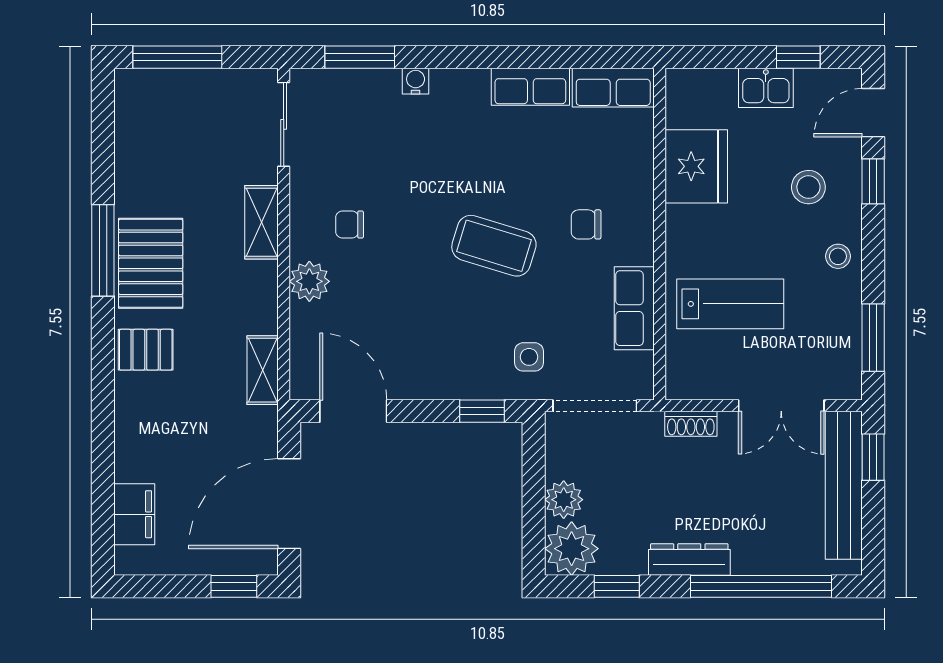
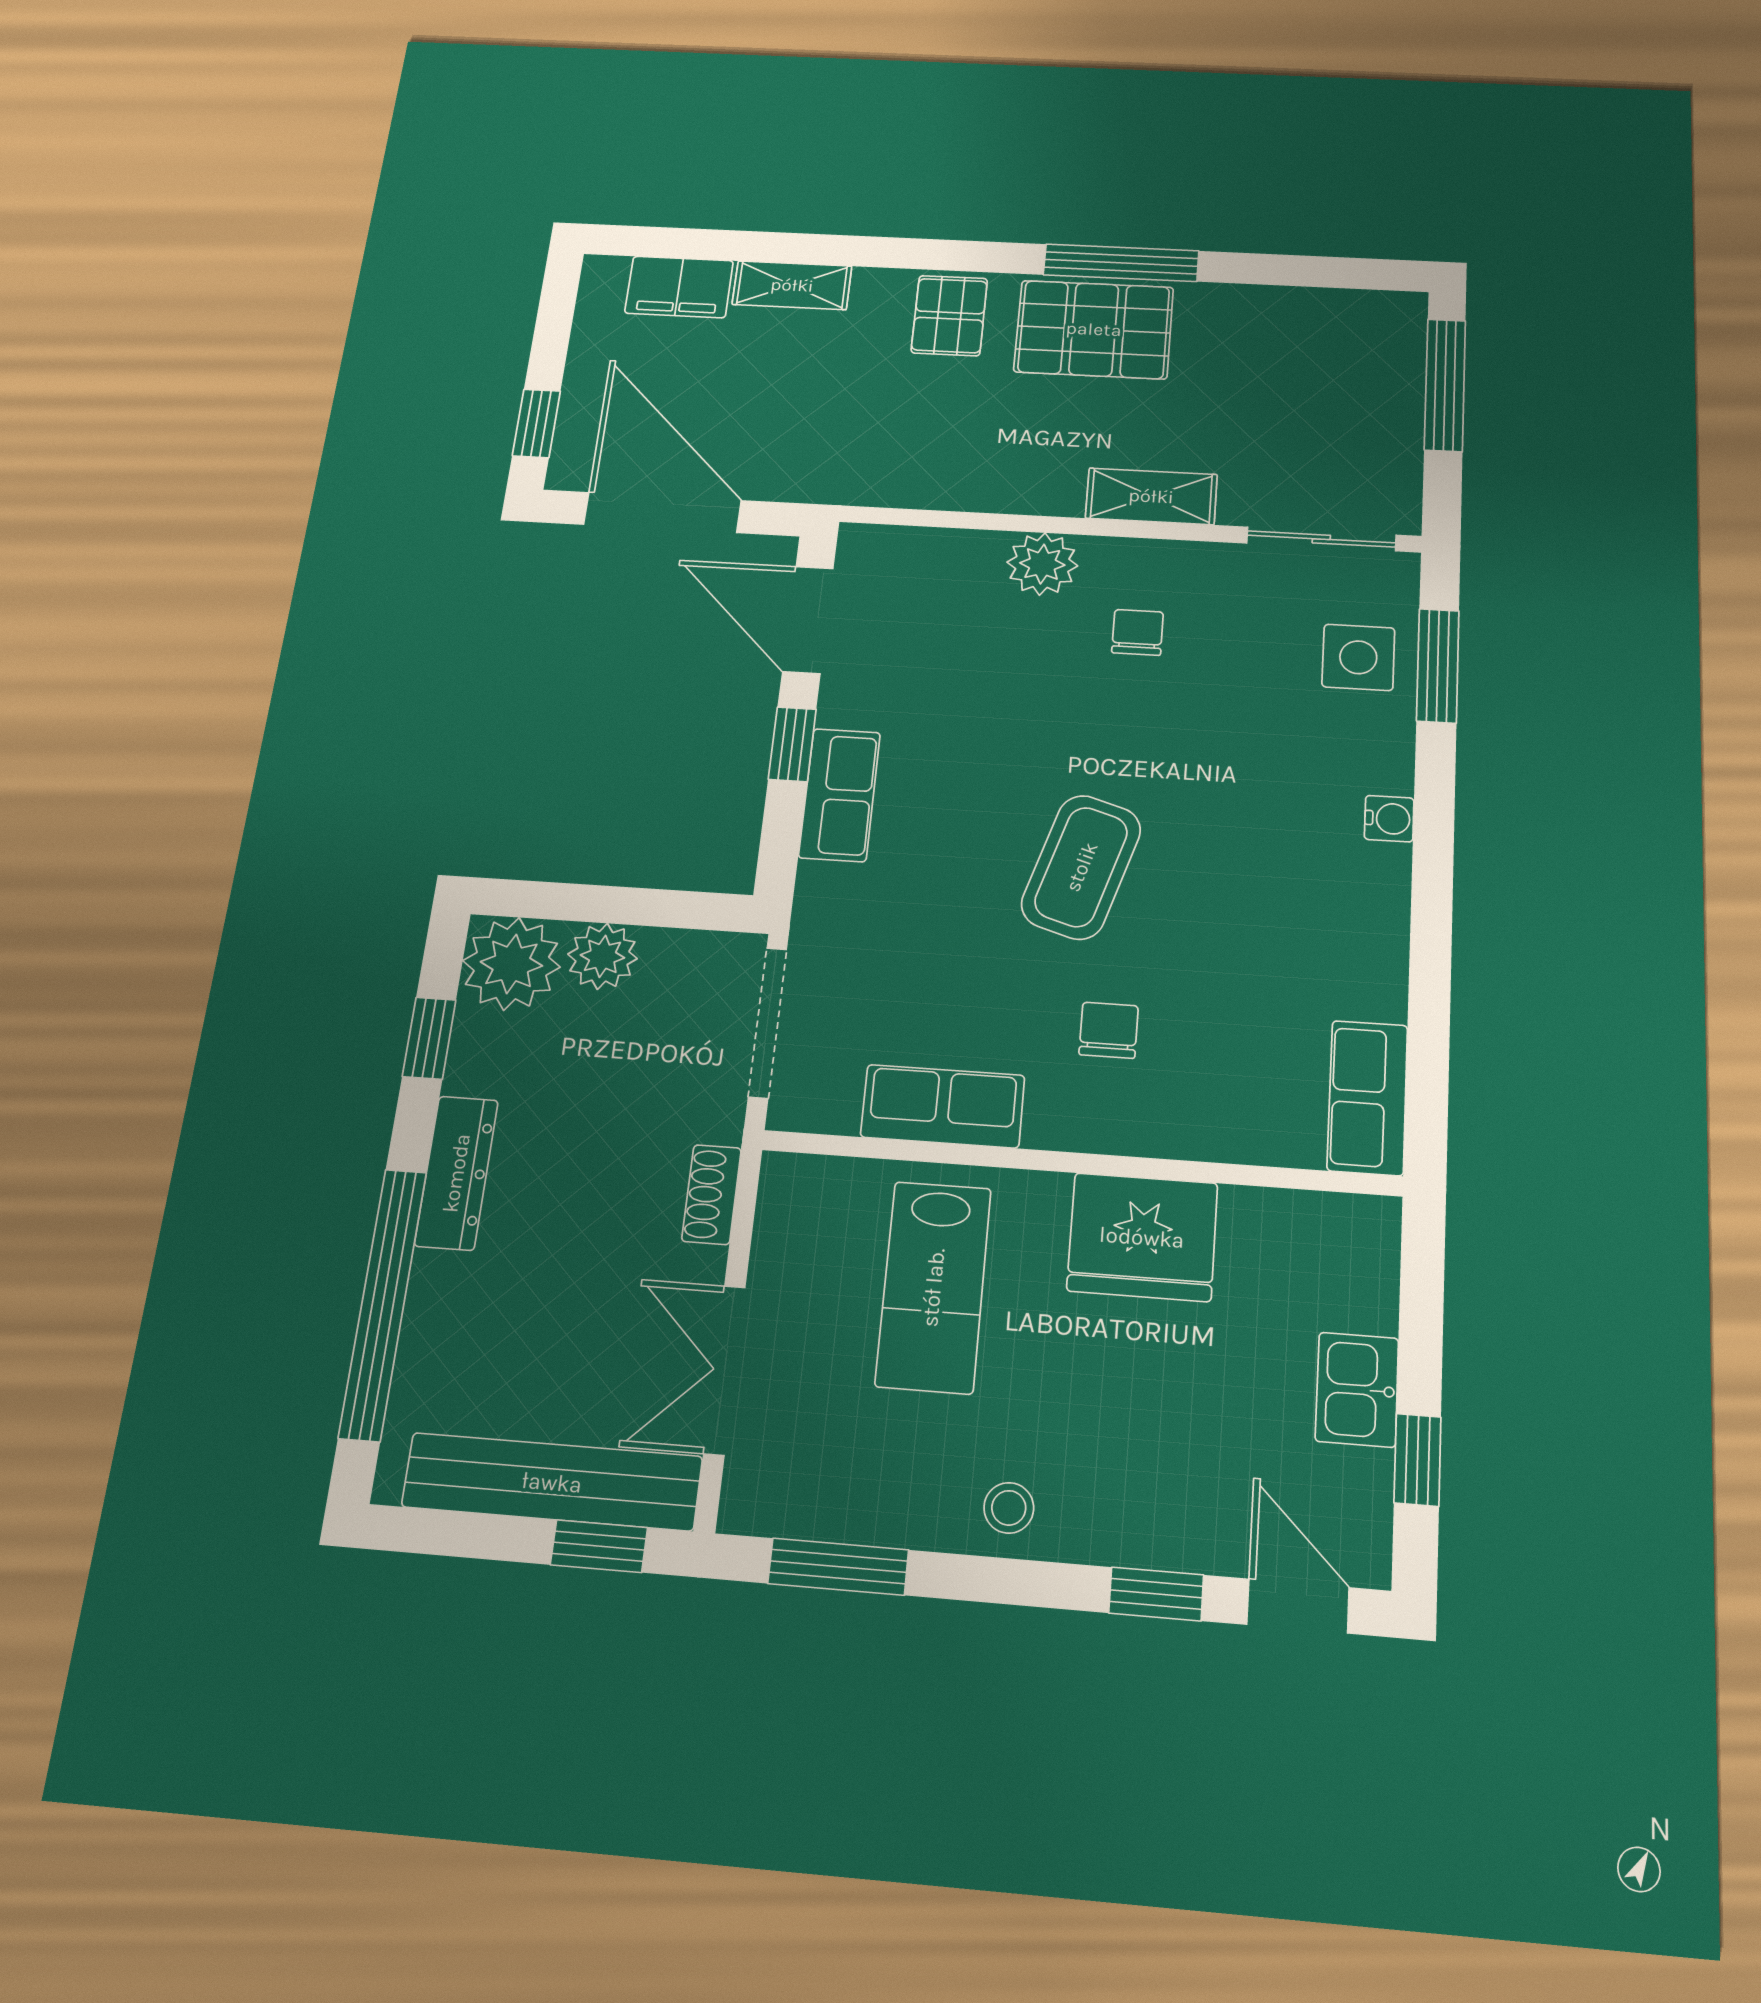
water cooler: (416, 81) -> (1389, 819), moved
row of seats: (530, 87) -> (840, 795), moved, turned 180
fridge: (696, 166) -> (1142, 1237), moved
stool: (808, 187) -> (1153, 1459), removed
side table: (529, 357) -> (1358, 657), moved, width x1.37, depth x1.37
shelving: (263, 370) -> (792, 285), moved
door: (353, 411) -> (808, 620), swing flipped
window: (482, 411) -> (792, 744), moved

